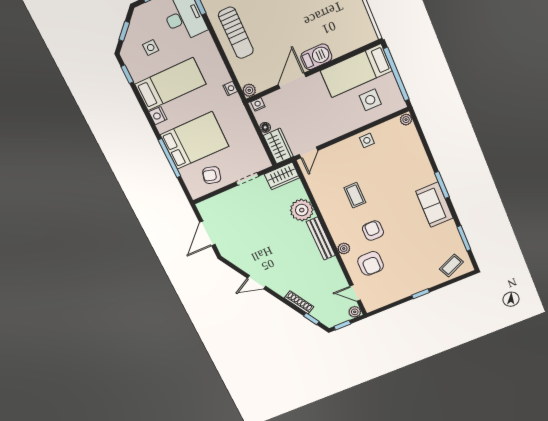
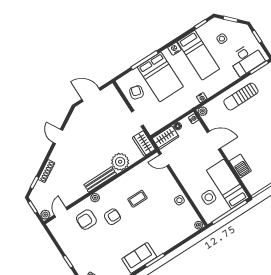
barbecue: (316, 57) -> (240, 166), moved

